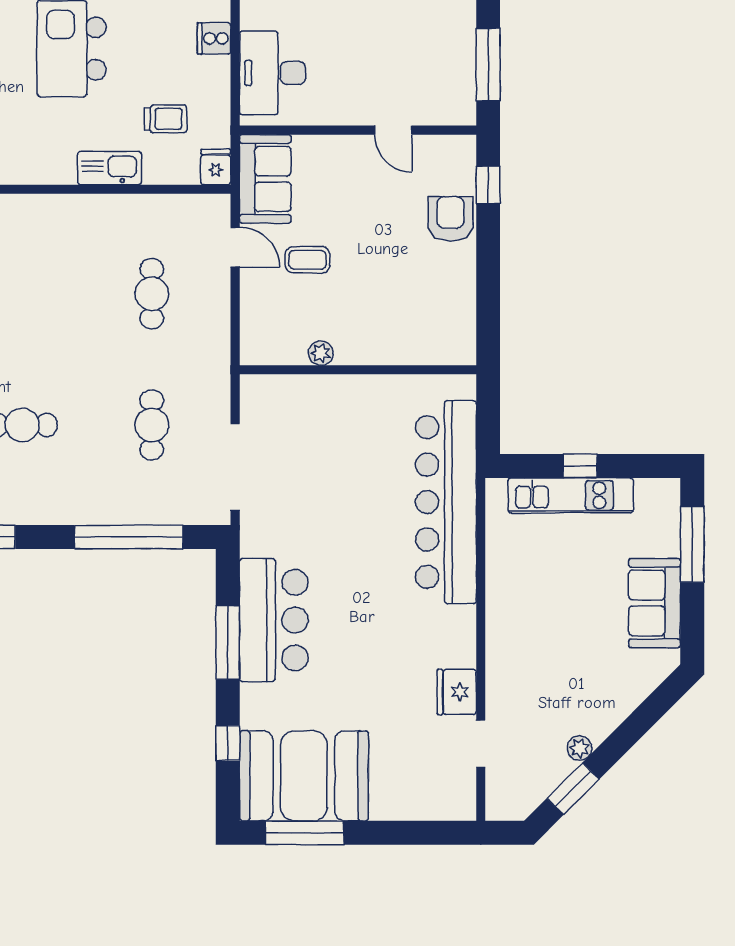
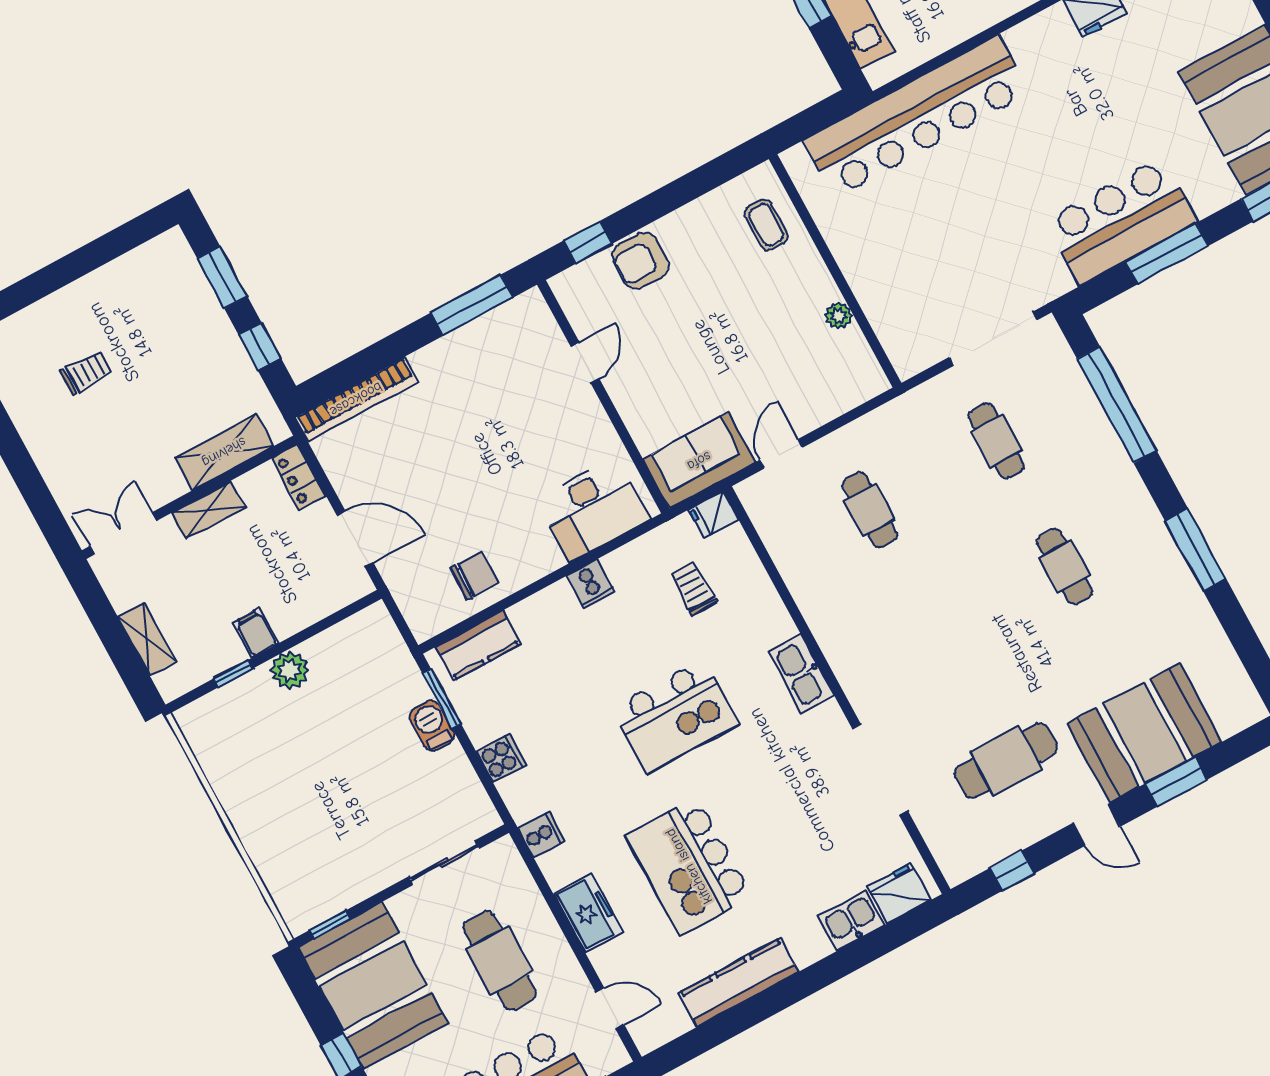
kitchen sink: (110, 168) -> (801, 674), moved
coffee table: (308, 260) -> (766, 225), moved
cafe table: (152, 294) -> (870, 510), turned 90
cafe table: (152, 425) -> (997, 441), turned 90

